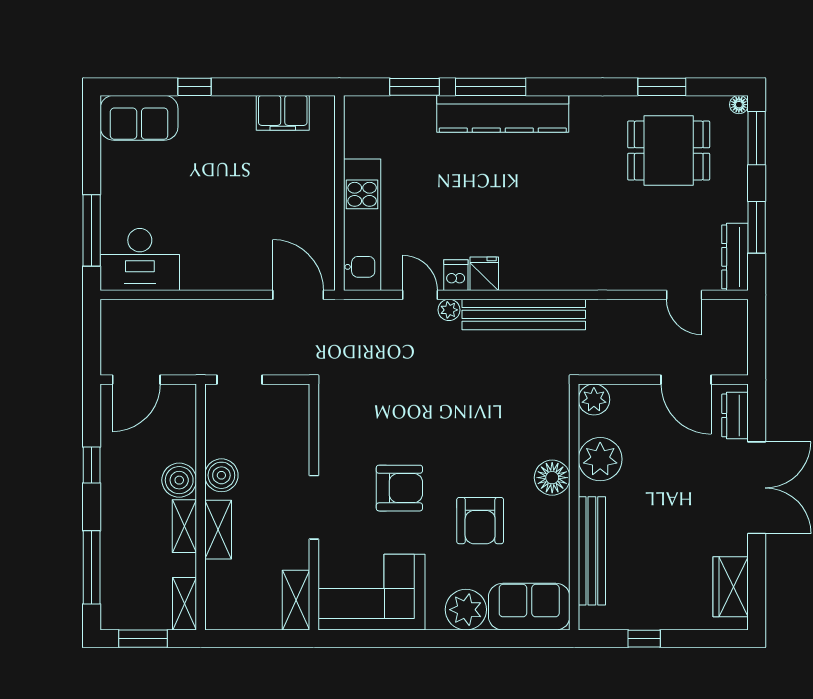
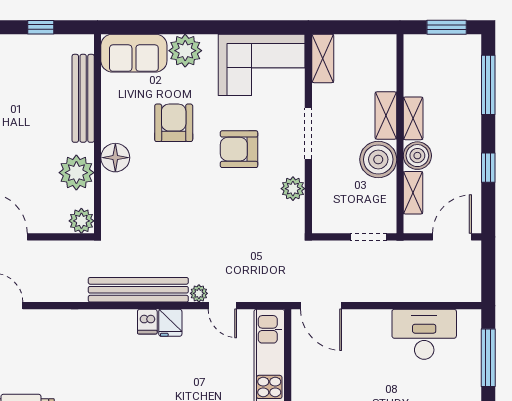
desk: (140, 259) -> (424, 334), moved
dishwasher: (456, 275) -> (147, 322), moved
plant: (333, 439) -> (293, 189), added
boiler: (221, 475) -> (378, 159), width x1.37, depth x1.37
shelving: (184, 604) -> (413, 193), moved

